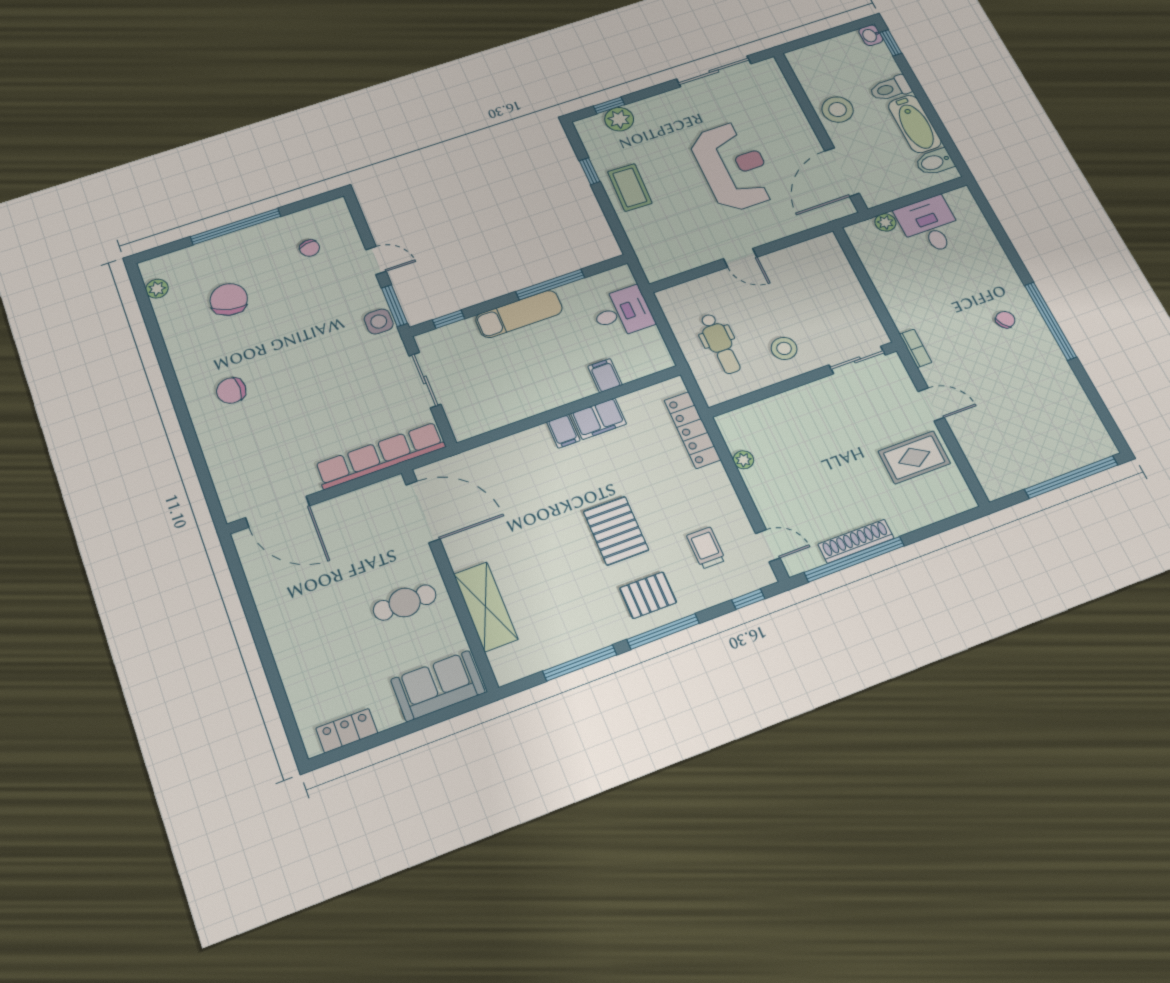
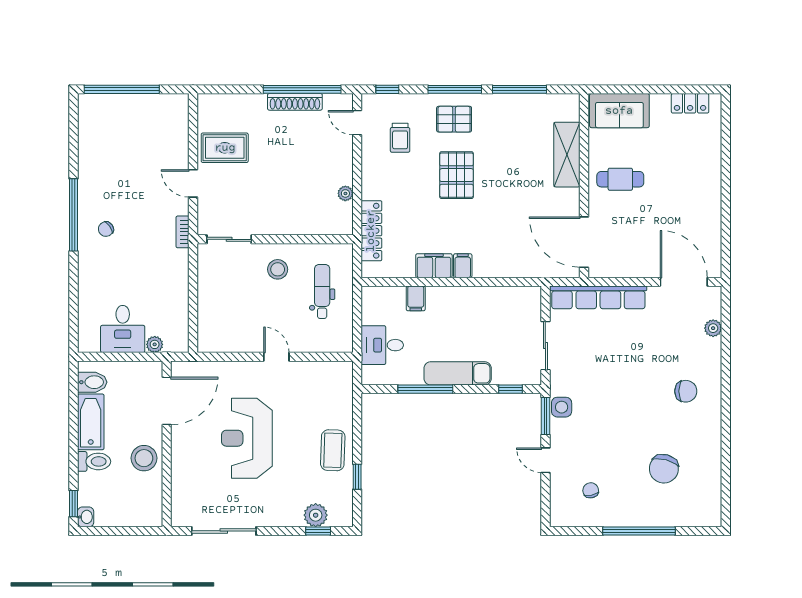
plant: (157, 289) -> (713, 328), moved

